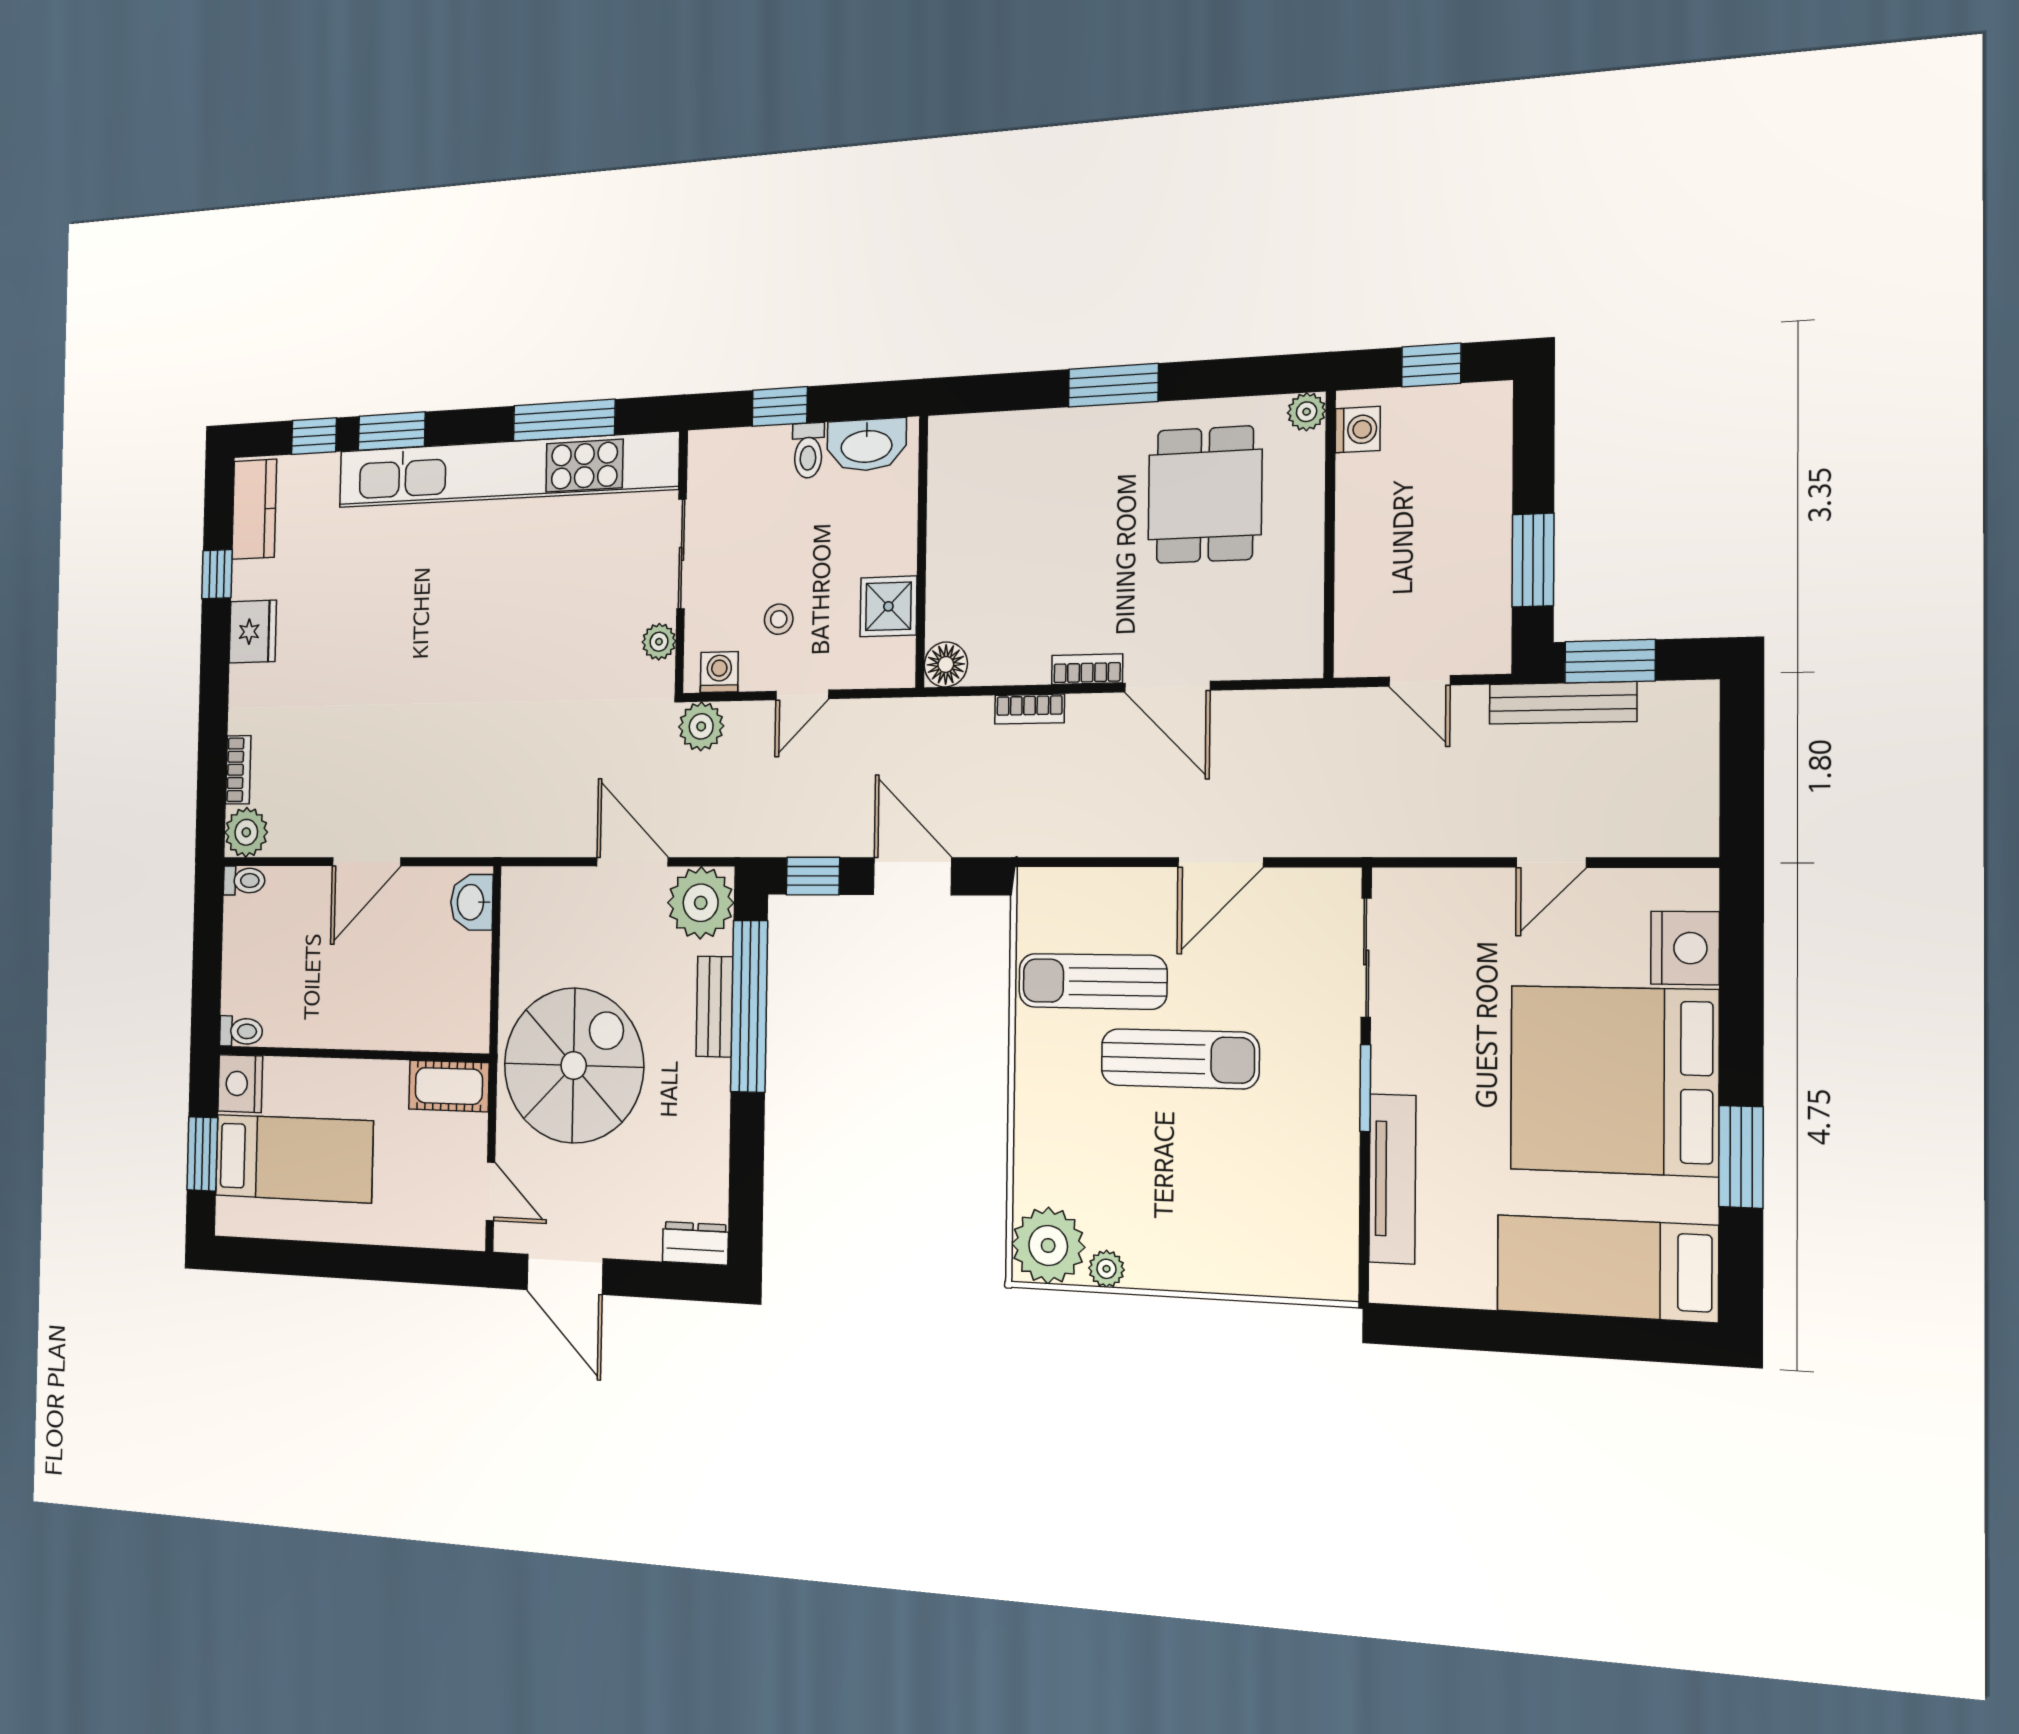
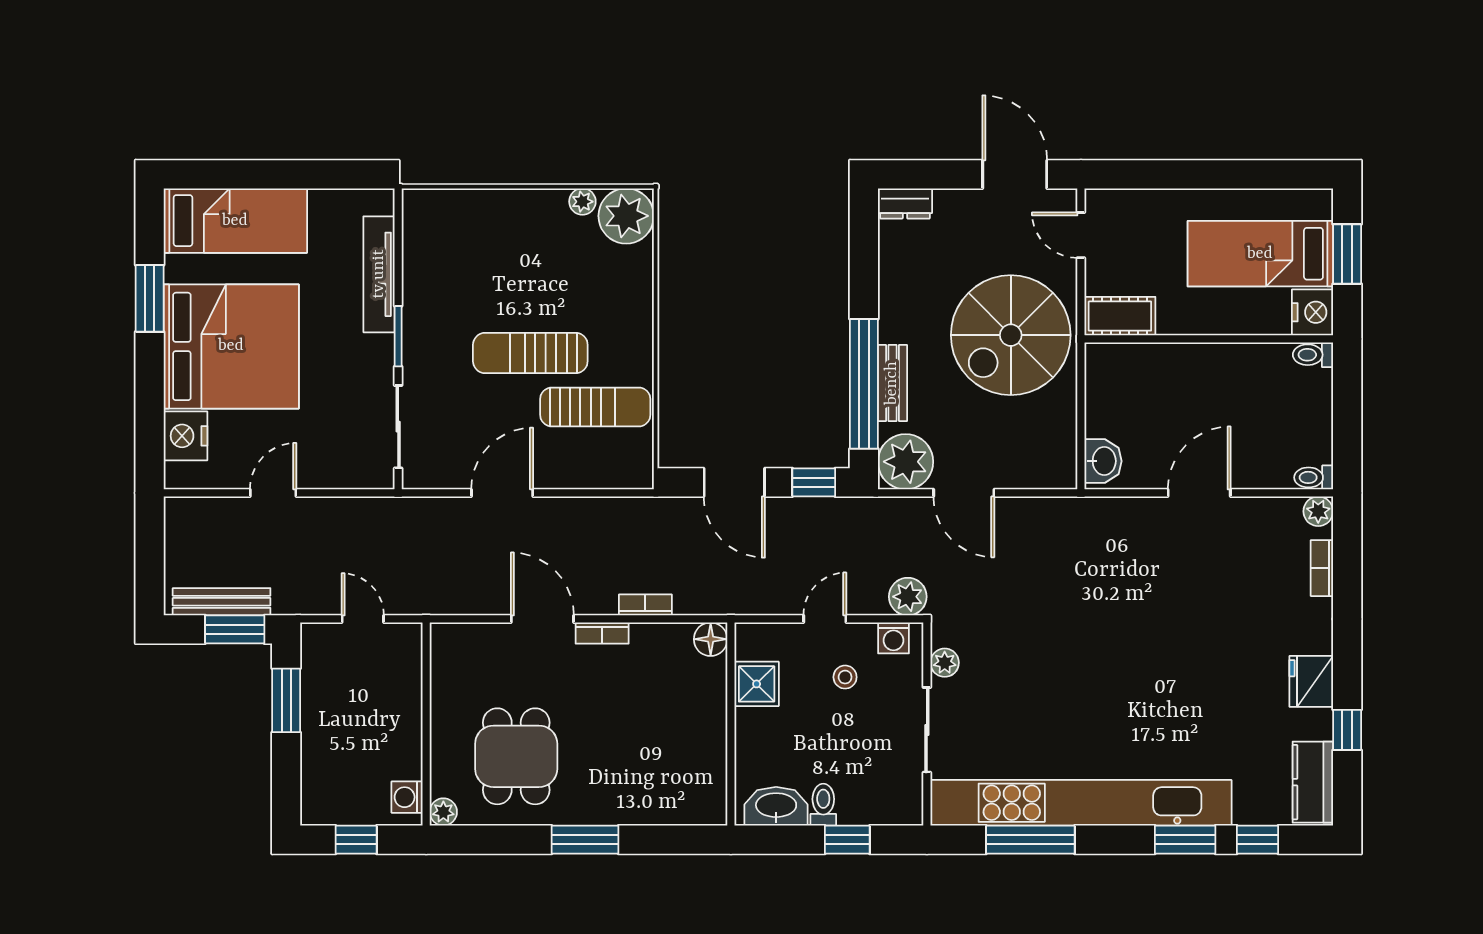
bench: (1563, 703) -> (222, 602), moved
plant: (246, 832) -> (1318, 511), width x0.73, depth x0.73

